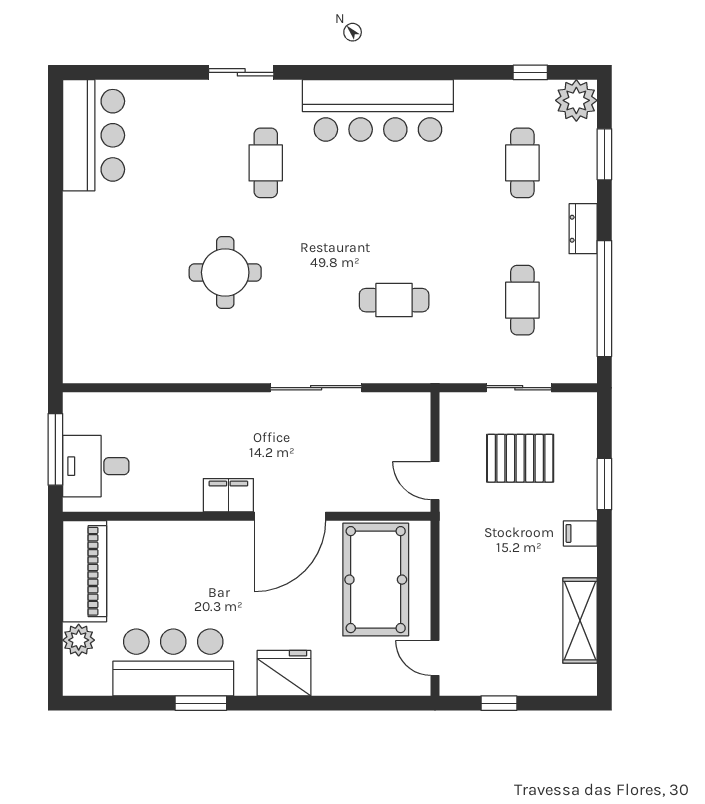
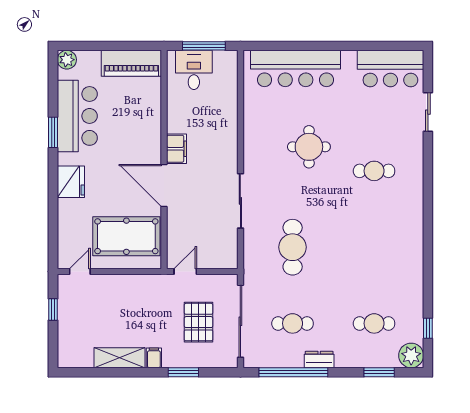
sliding door: (241, 72) -> (428, 112), moved
bar counter: (378, 110) -> (296, 69), moved, turned -90
dresser: (583, 229) -> (319, 360), moved
cafe table: (394, 300) -> (293, 247), width x1.37, depth x1.35
sliding door: (519, 388) -> (240, 321), width x1.86
shelving: (580, 621) -> (120, 358), moved
plant: (79, 640) -> (67, 60), moved

